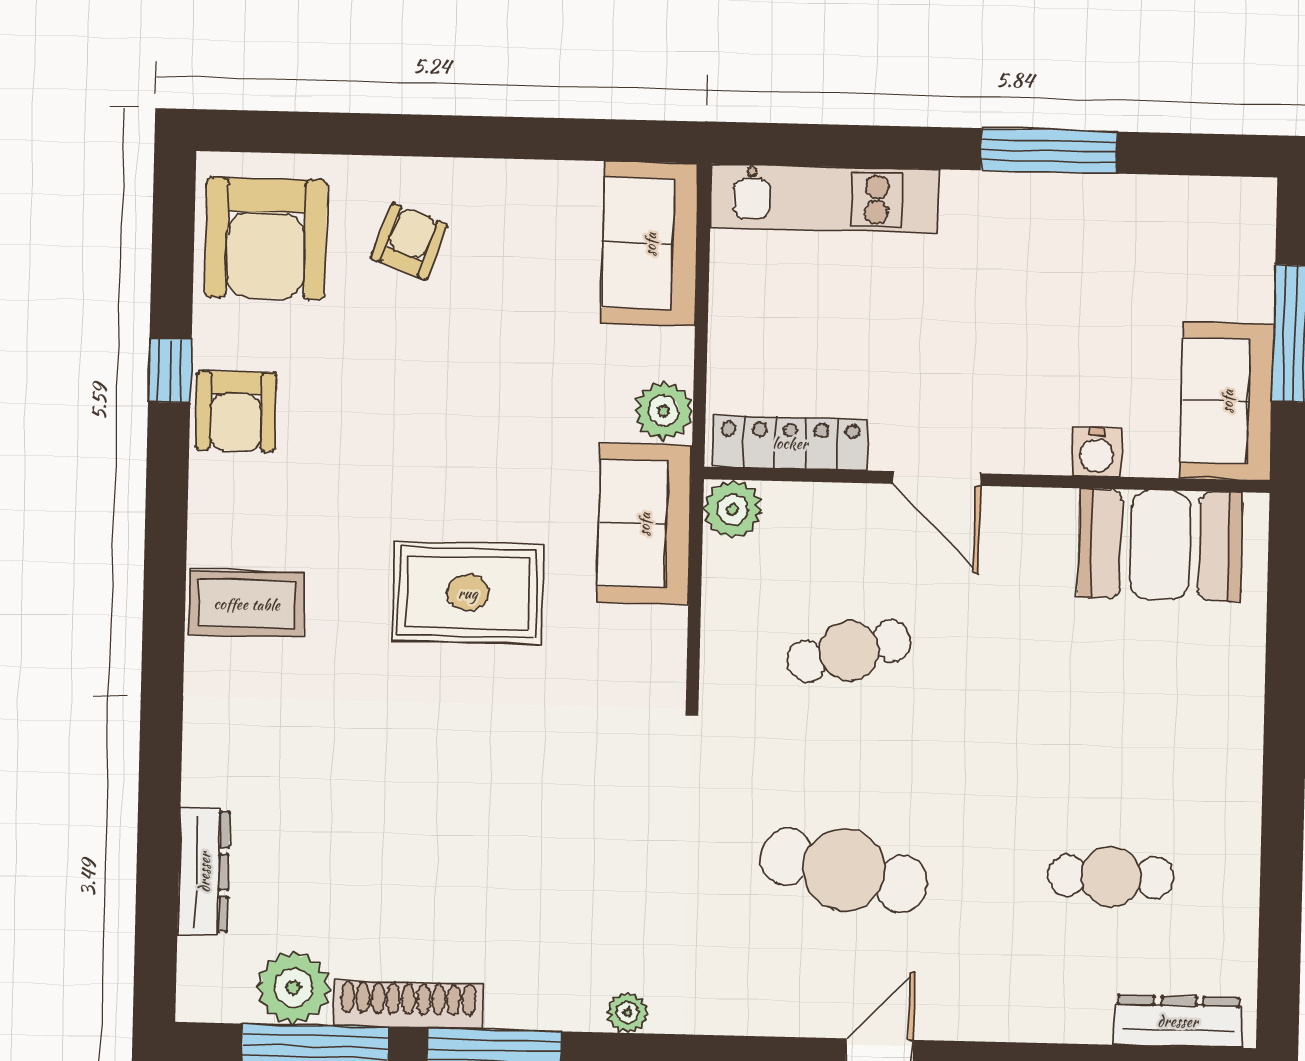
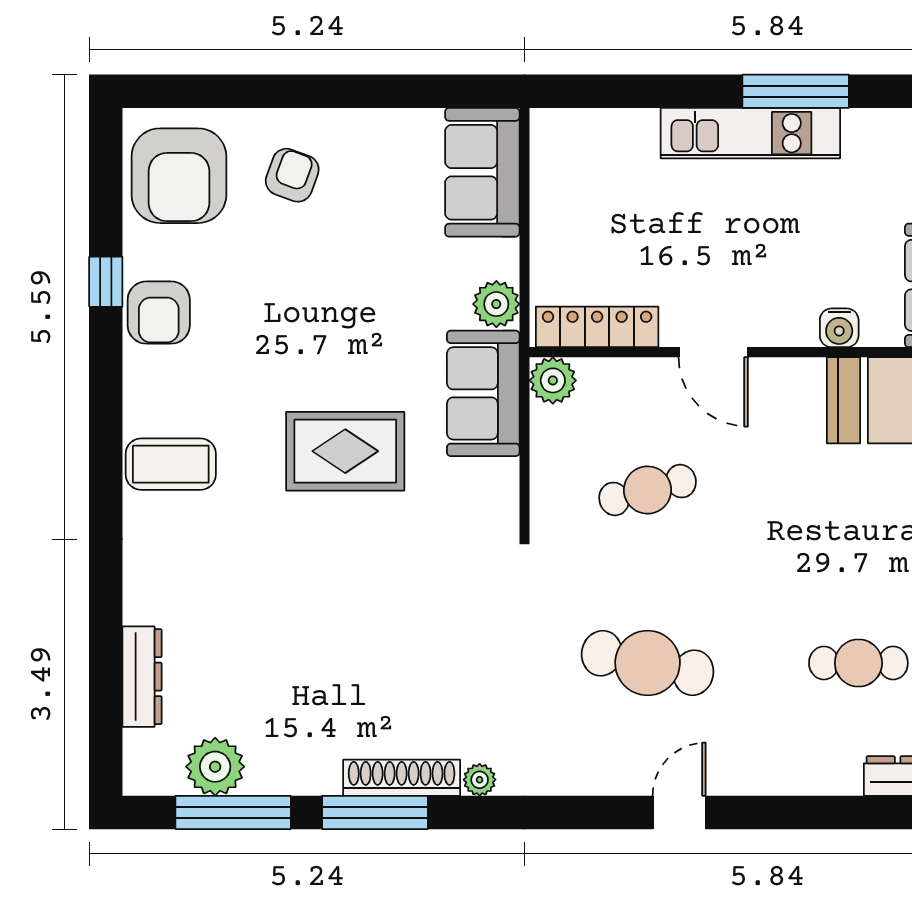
kitchen unit: (824, 198) -> (750, 133), moved
shoe rack: (408, 1005) -> (402, 778), moved

